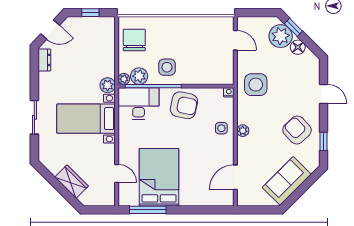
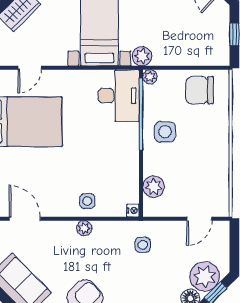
chair: (134, 40) -> (200, 90), turned 180
plant: (139, 76) -> (154, 187), moved
side table: (256, 85) -> (143, 245), width x0.54, depth x0.54
armchair: (184, 105) -> (116, 153), removed

